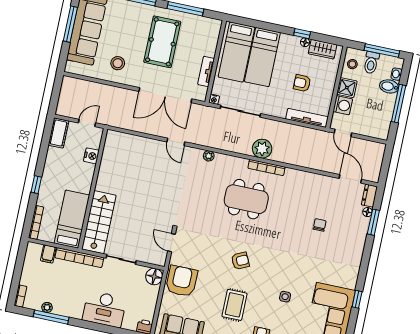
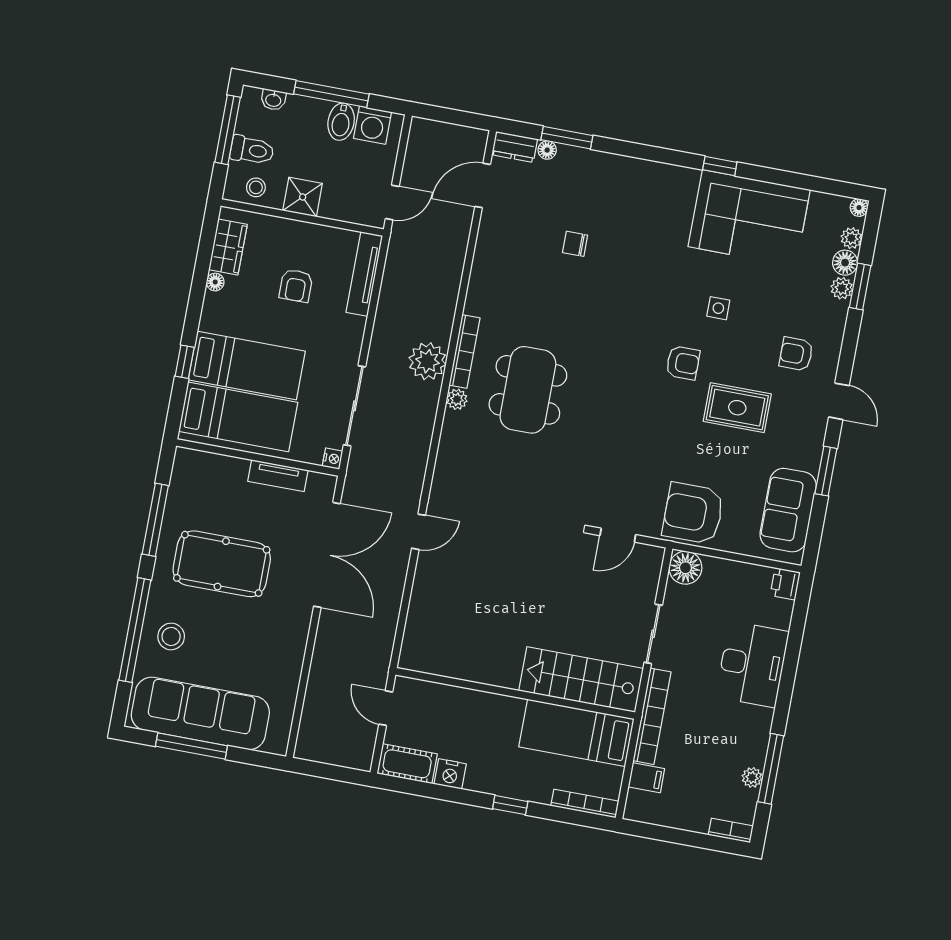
window: (302, 34) -> (185, 362), moved
stool: (118, 63) -> (171, 636), moved
bidet: (389, 86) -> (341, 122), moved
washing machine: (343, 105) -> (373, 125), moved, turned 180
nightstand: (91, 156) -> (450, 774), moved, turned 180
plant: (209, 156) -> (457, 399), moved
armchair: (240, 261) -> (683, 363), moved, turned 116

